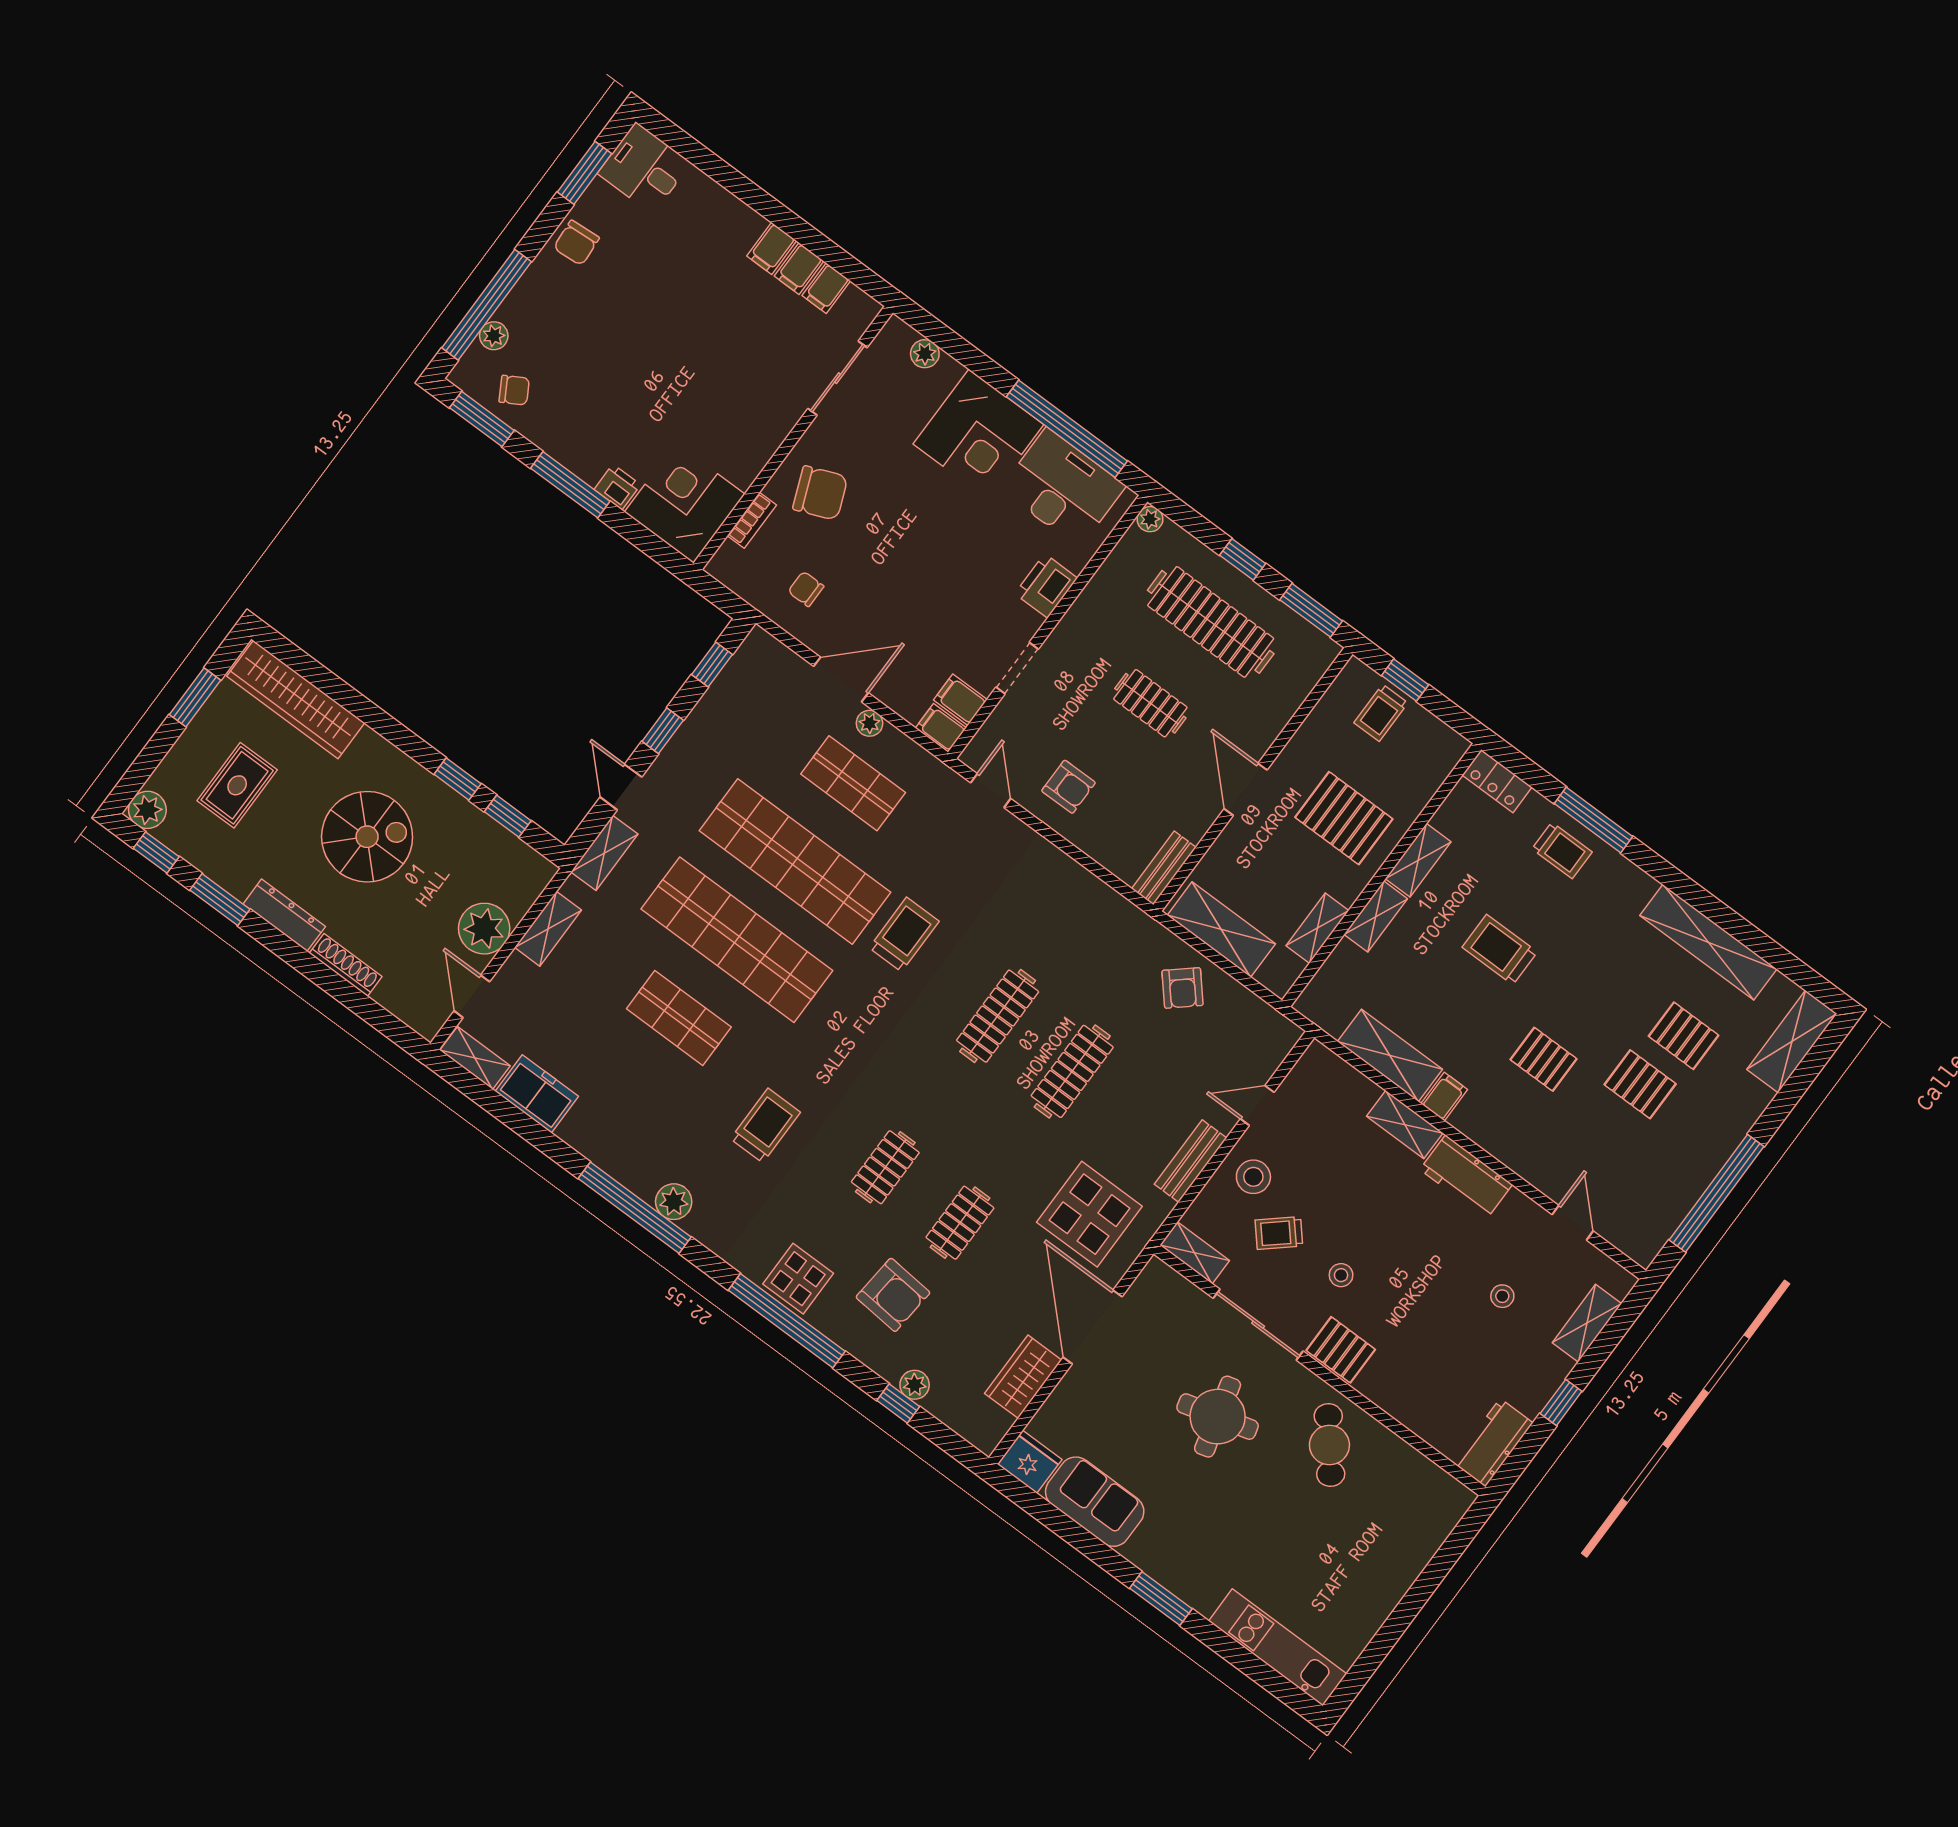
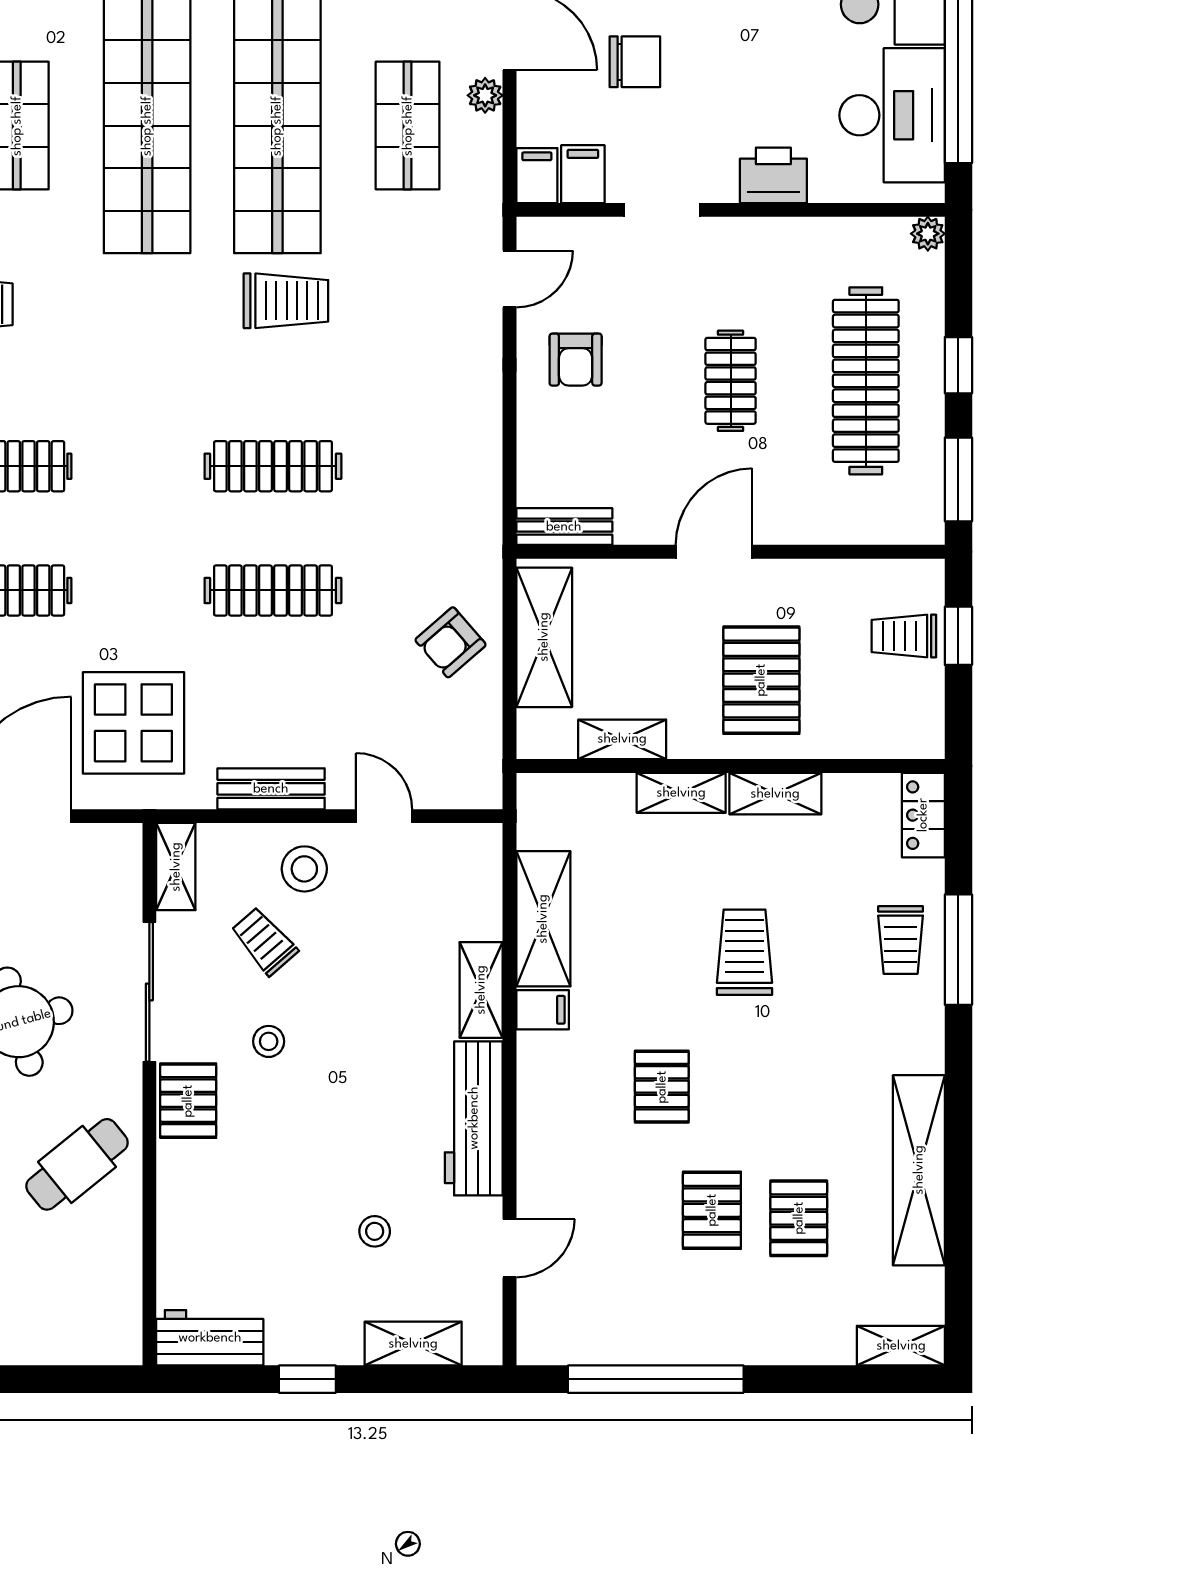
chair: (916, 618) -> (635, 62), added
shelving: (1792, 1041) -> (901, 1346), width x0.67, depth x0.75
workbench: (1466, 1177) -> (474, 1118), width x1.37

